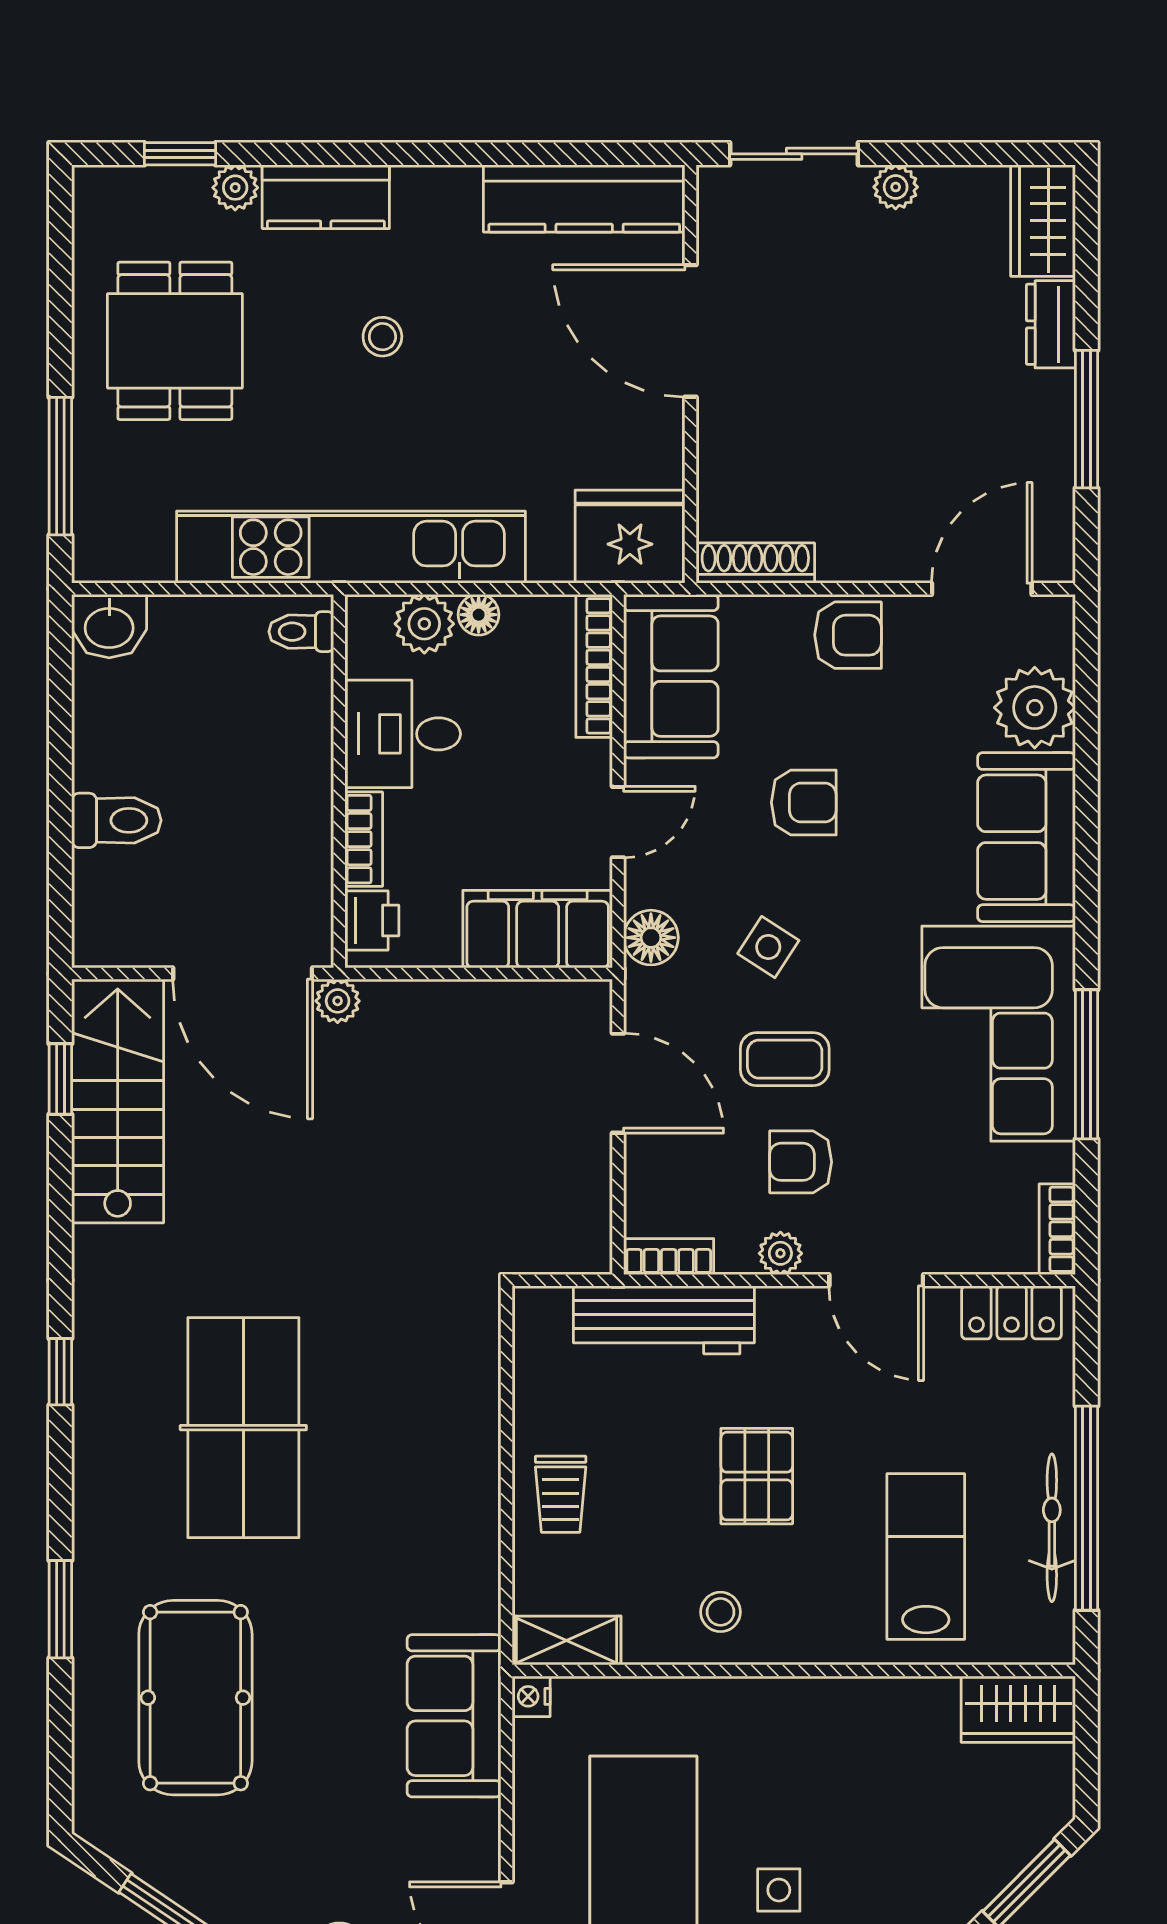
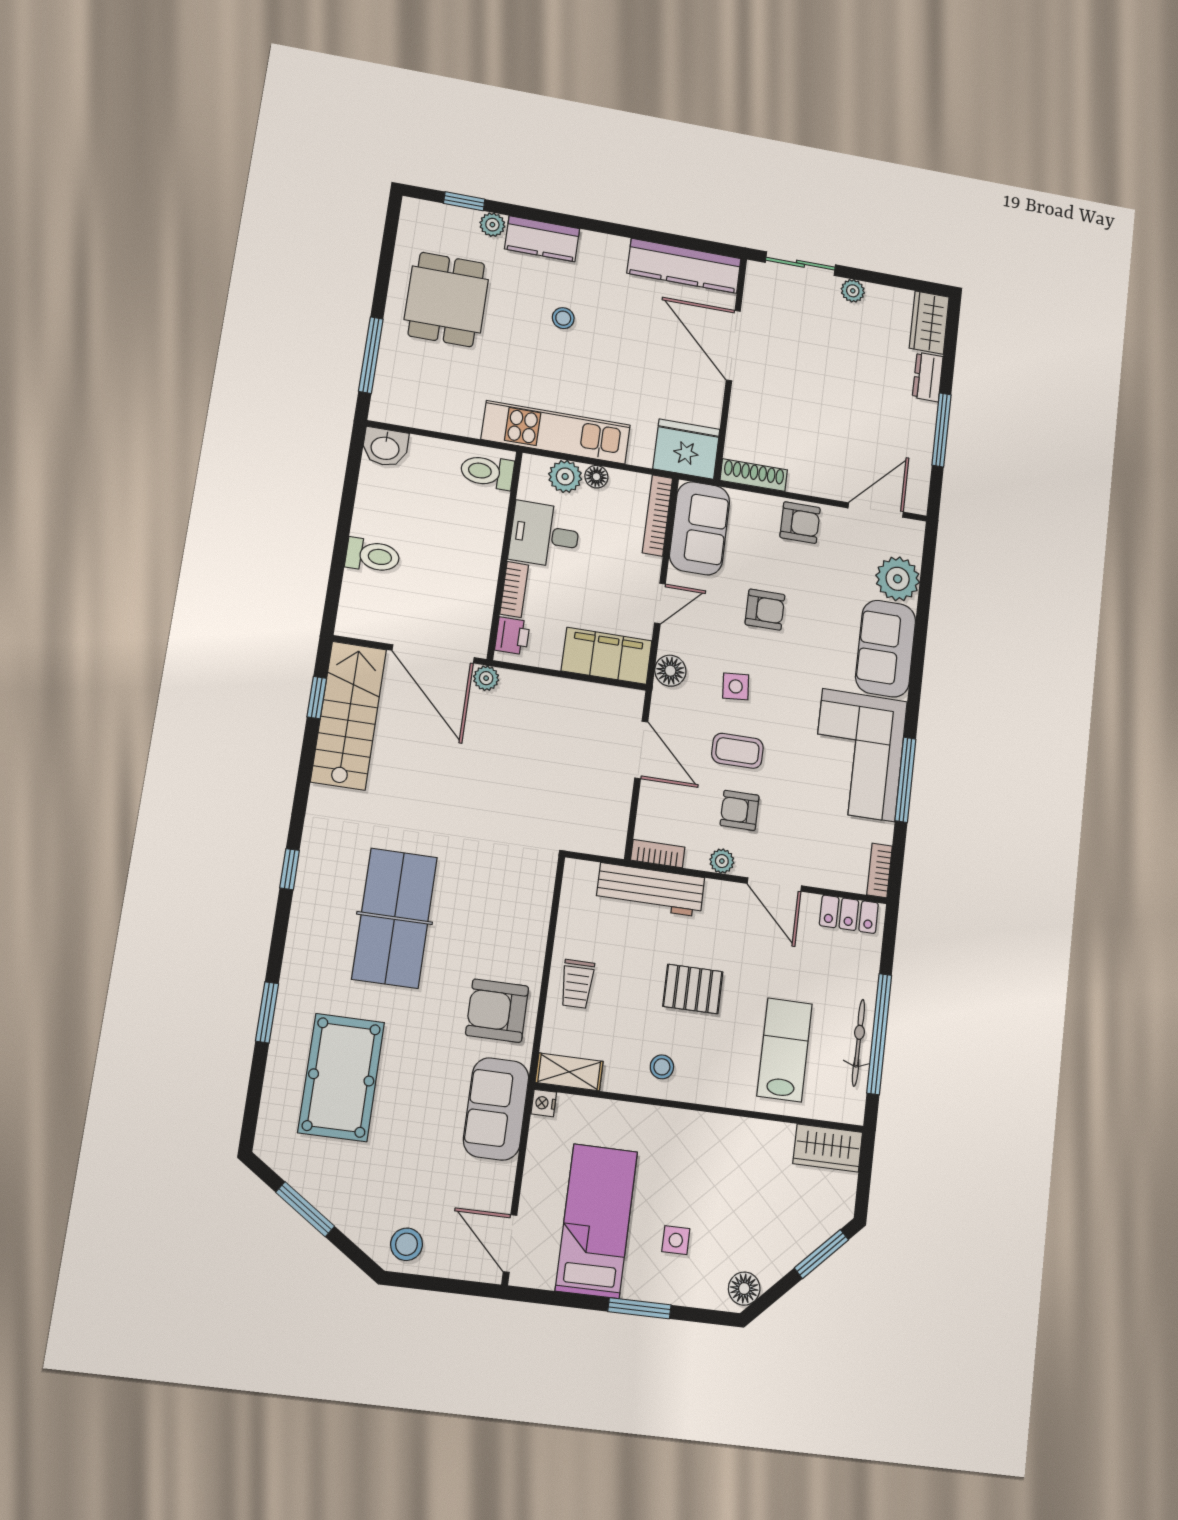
kitchen unit: (351, 547) -> (556, 432), width x0.73
toilet: (301, 632) -> (487, 472), width x1.37, depth x1.39
side table: (768, 947) -> (736, 686), turned -38
pallet: (757, 1476) -> (693, 989), turned 90
armchair: (434, 1556) -> (497, 1011), added

